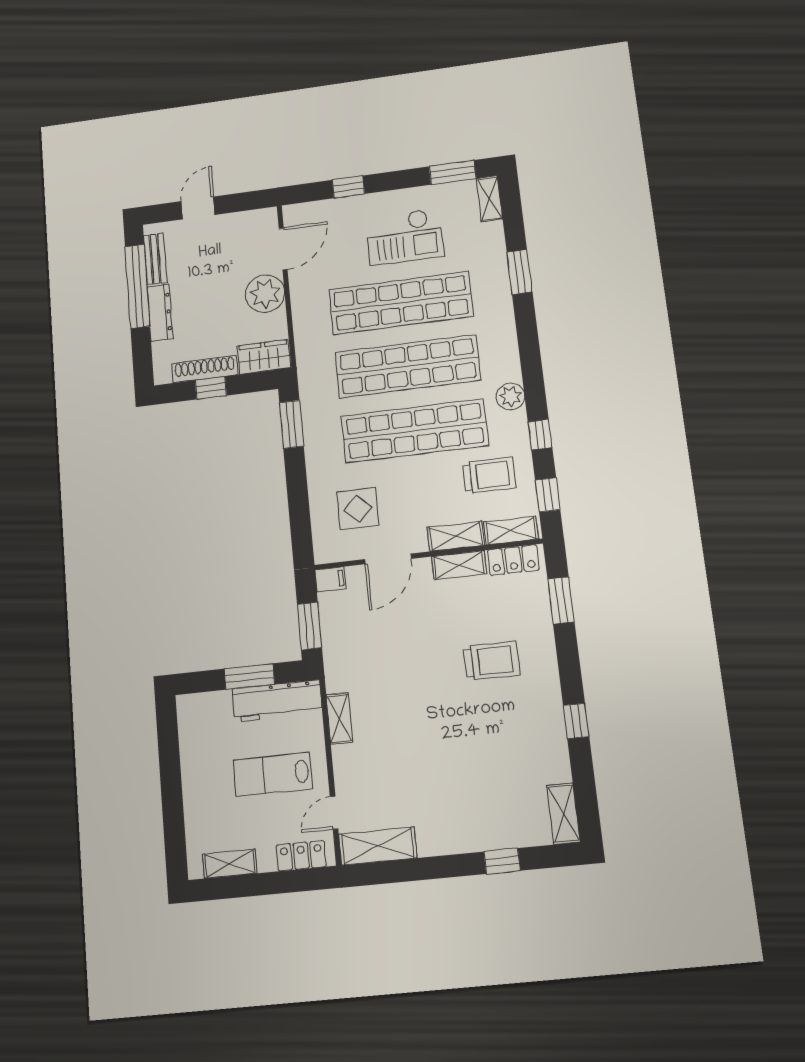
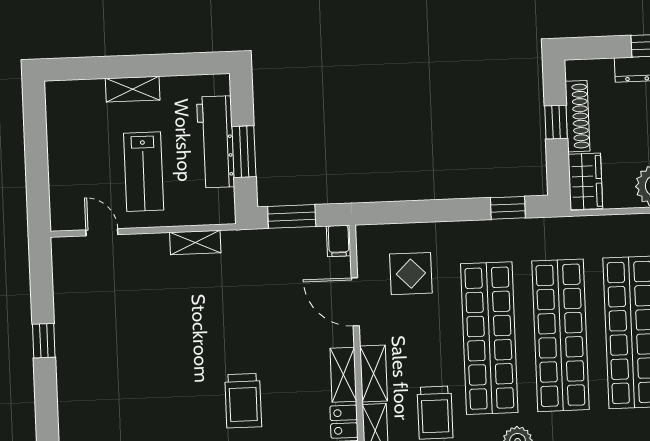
window: (291, 424) -> (508, 208), width x0.67
workbench: (277, 701) -> (216, 142), moved
lab bench: (273, 774) -> (144, 172), turned 180
shelving: (378, 846) -> (67, 274), removed
locker: (301, 856) -> (62, 197), removed
window: (502, 861) -> (44, 341), moved
shelving: (230, 864) -> (133, 89), moved, turned 90

